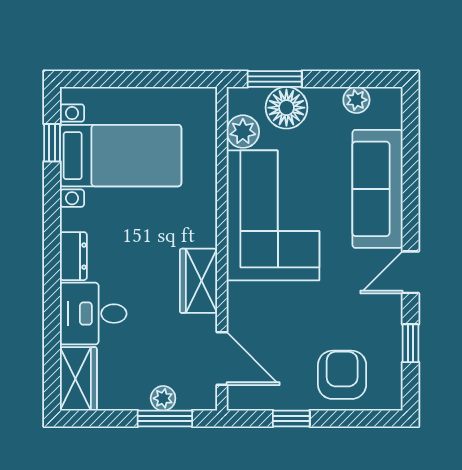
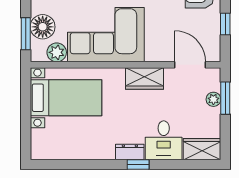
window: (52, 143) -> (138, 165), moved
bed with nightstands: (121, 156) -> (66, 98), moved, turned 90
door: (222, 358) -> (190, 65), hinge flipped

